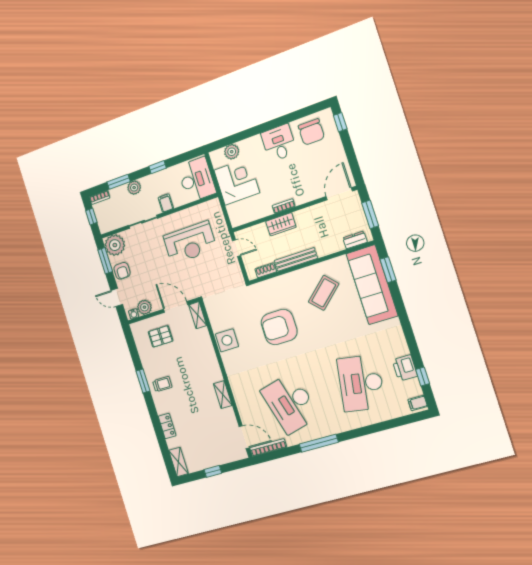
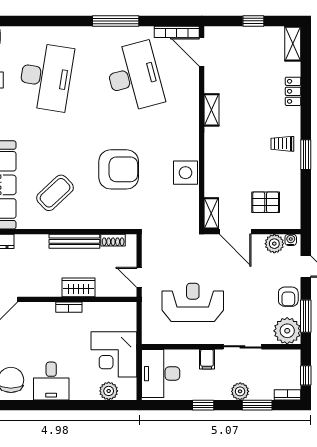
armchair: (122, 271) -> (288, 297), turned 180

